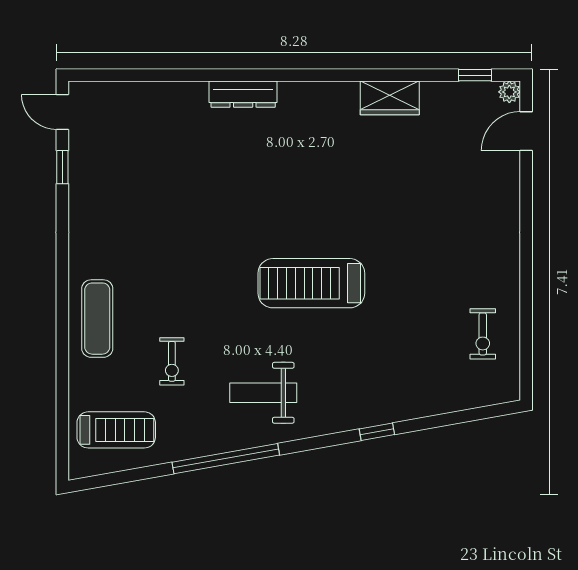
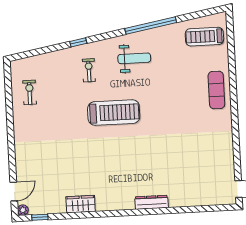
window: (62, 167) -> (237, 162), removed
exercise bike: (172, 361) -> (89, 70), moved

